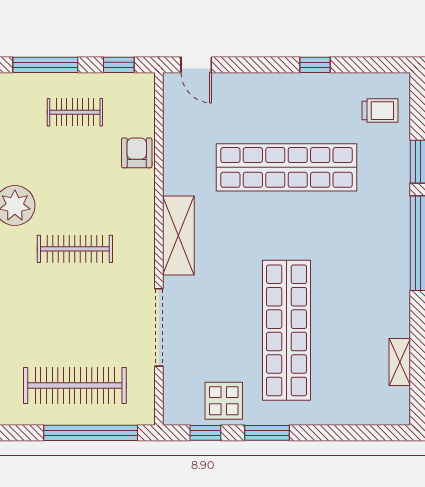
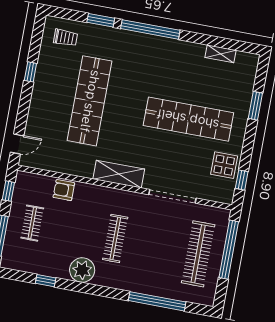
trolley: (380, 111) -> (66, 38), turned 90
window: (267, 433) -> (255, 106), moved

